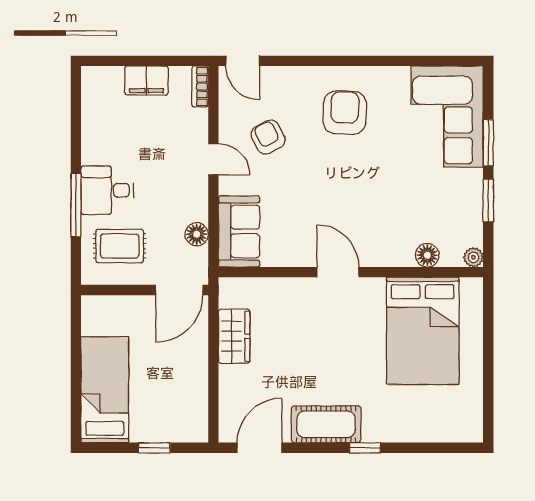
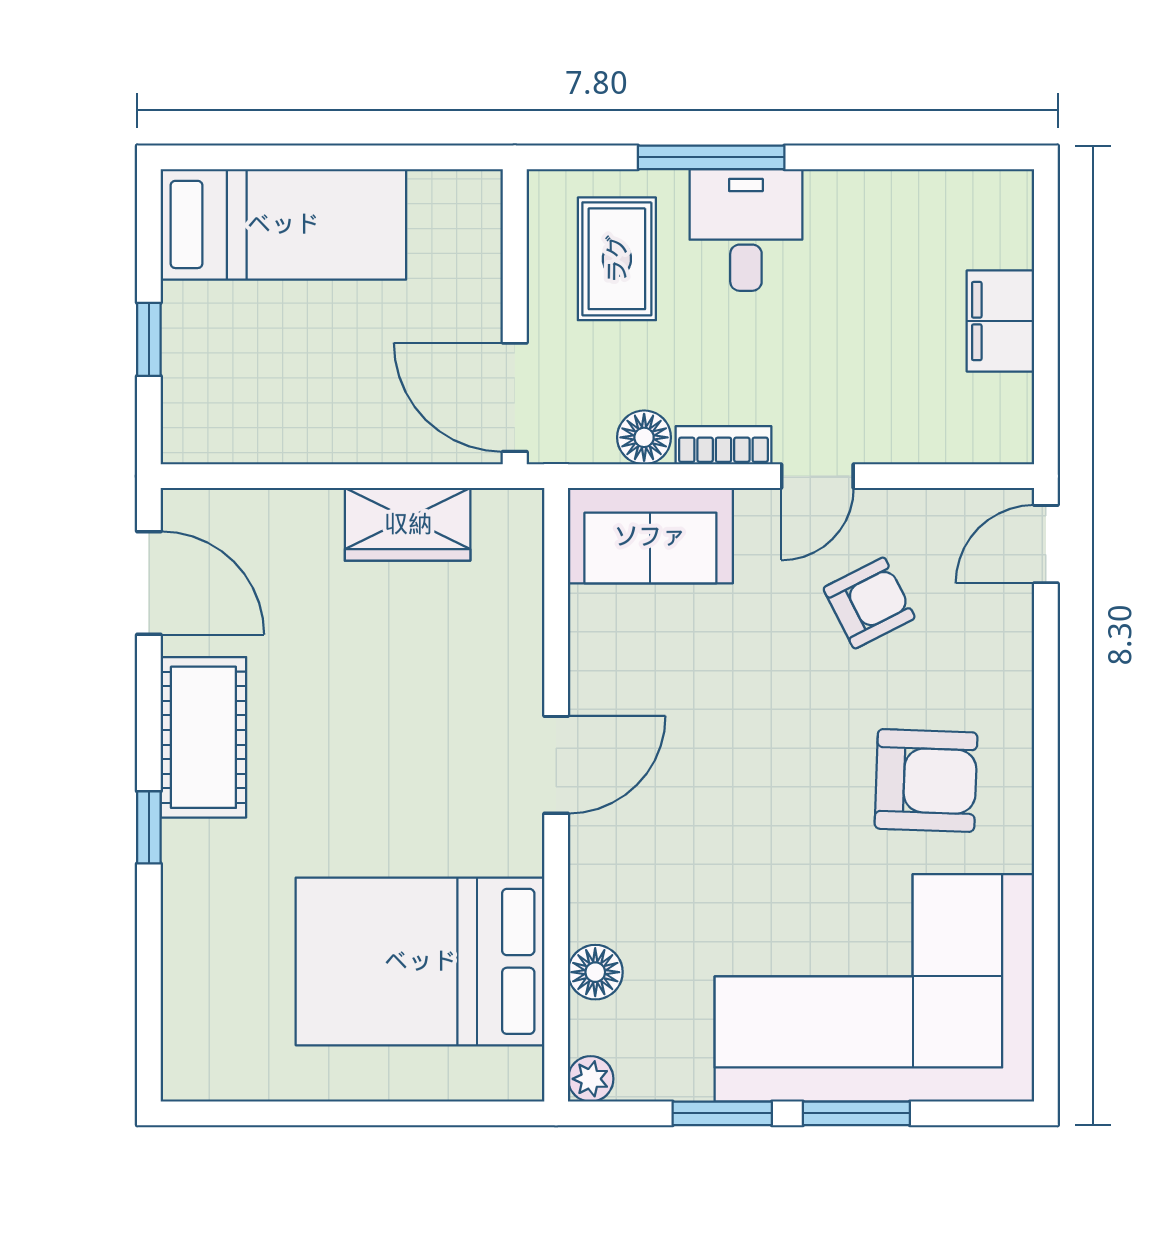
bookcase: (200, 87) -> (723, 445), moved
corner sofa: (447, 117) -> (874, 988), width x1.36, depth x1.36

